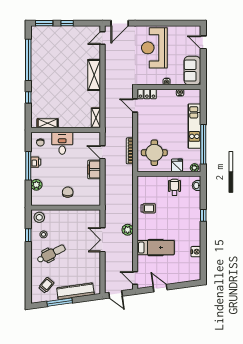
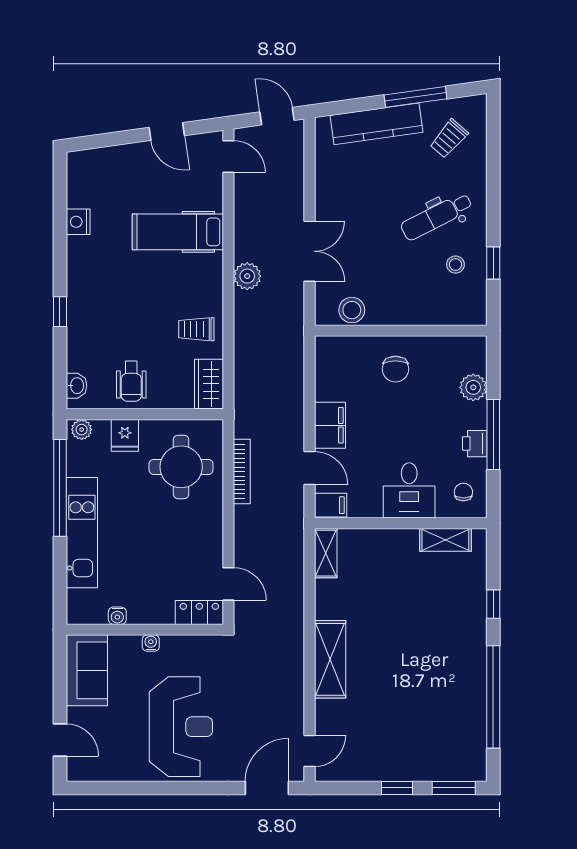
filing cabinet: (94, 137) -> (331, 505), added
wardrobe: (143, 186) -> (209, 384), added
stool: (39, 217) -> (352, 310), moved

